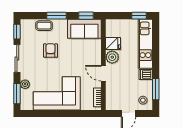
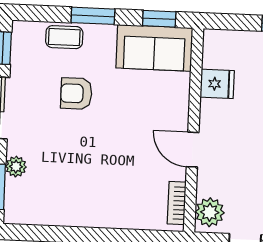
armchair: (50, 51) -> (76, 93), turned -90
plant: (112, 57) -> (210, 212), moved
corner sofa: (57, 93) -> (86, 190), removed

